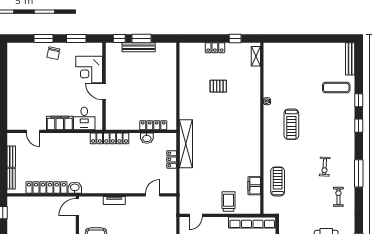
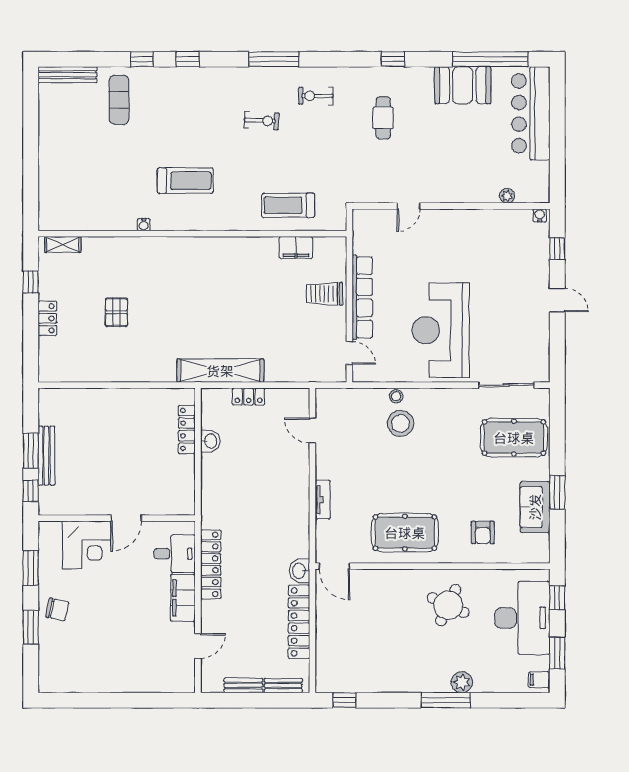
locker: (110, 138) -> (211, 564), moved
row of seats: (252, 223) -> (362, 297), moved

